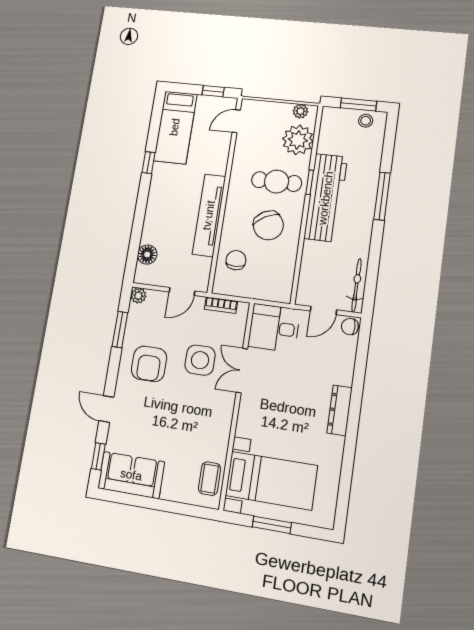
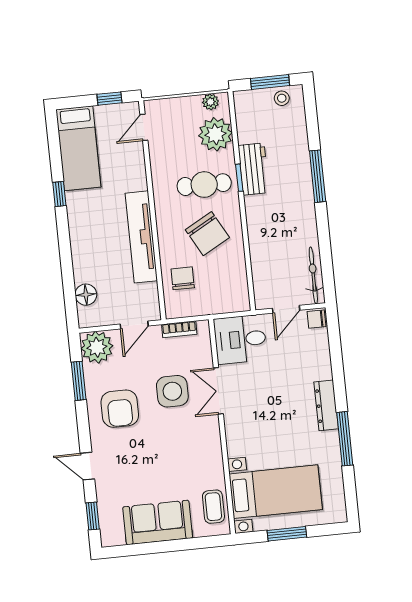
workbench: (326, 198) -> (254, 169), width x0.53, depth x0.76
plant: (138, 296) -> (97, 347), width x1.88, depth x1.88
window: (350, 447) -> (345, 439), added
sofa: (131, 475) -> (158, 522), moved

